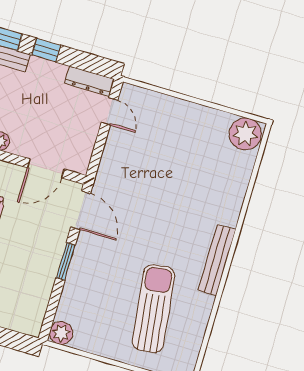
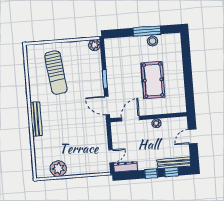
door: (109, 111) -> (111, 156), swing flipped
plant: (245, 134) -> (58, 169), moved
bench: (217, 260) -> (36, 119), moved

